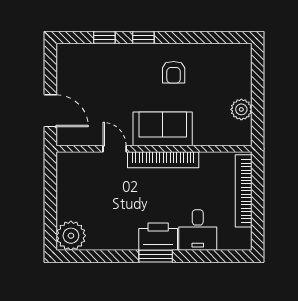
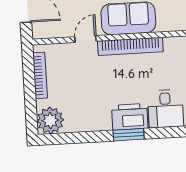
door: (115, 149) -> (85, 39), hinge flipped
bookcase: (63, 186) -> (40, 75), added

